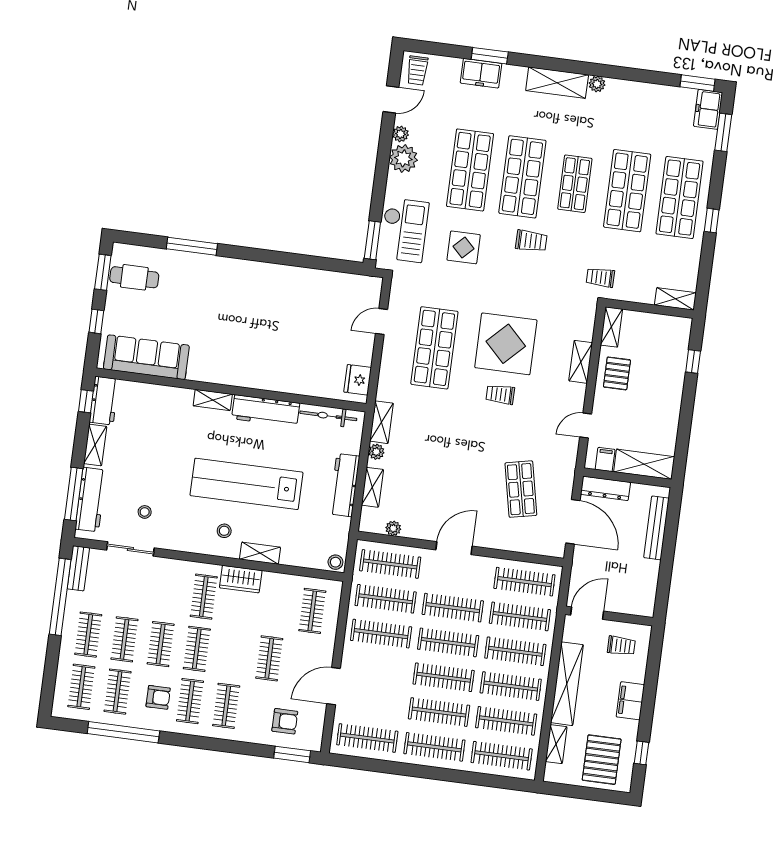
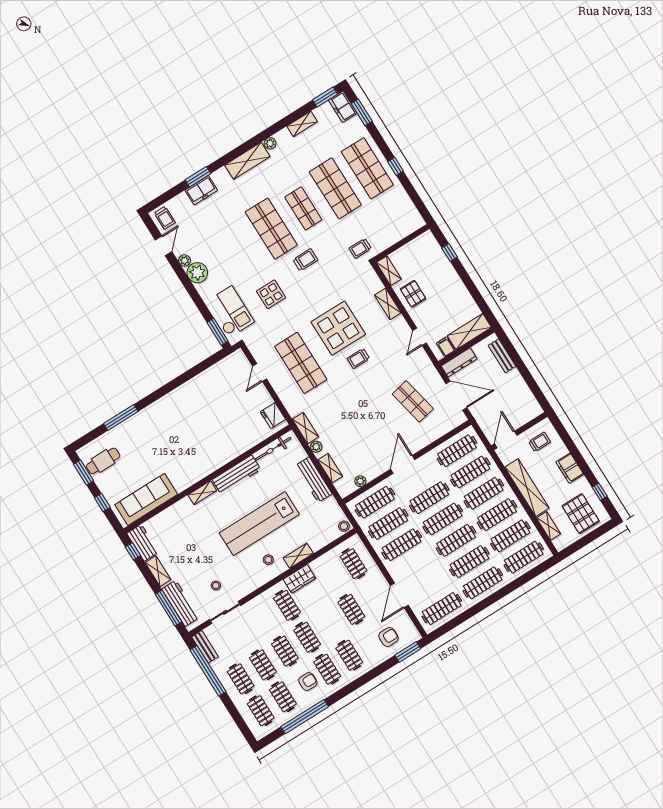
shop shelf: (470, 170) -> (239, 249), removed
shelving: (675, 299) -> (302, 124), moved
bench: (656, 528) -> (502, 356), width x0.73

